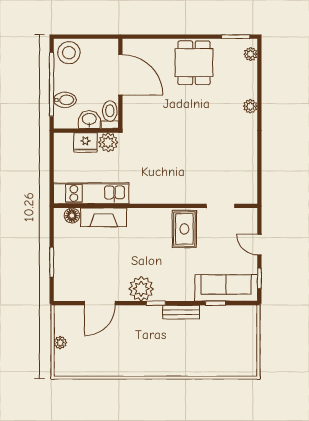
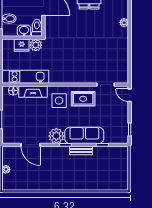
rug: (184, 229) -> (83, 99), turned 90
side table: (146, 232) -> (59, 101), added
door: (259, 245) -> (130, 95), moved
sofa: (226, 288) -> (84, 135), moved
door: (100, 303) -> (31, 145), hinge flipped

